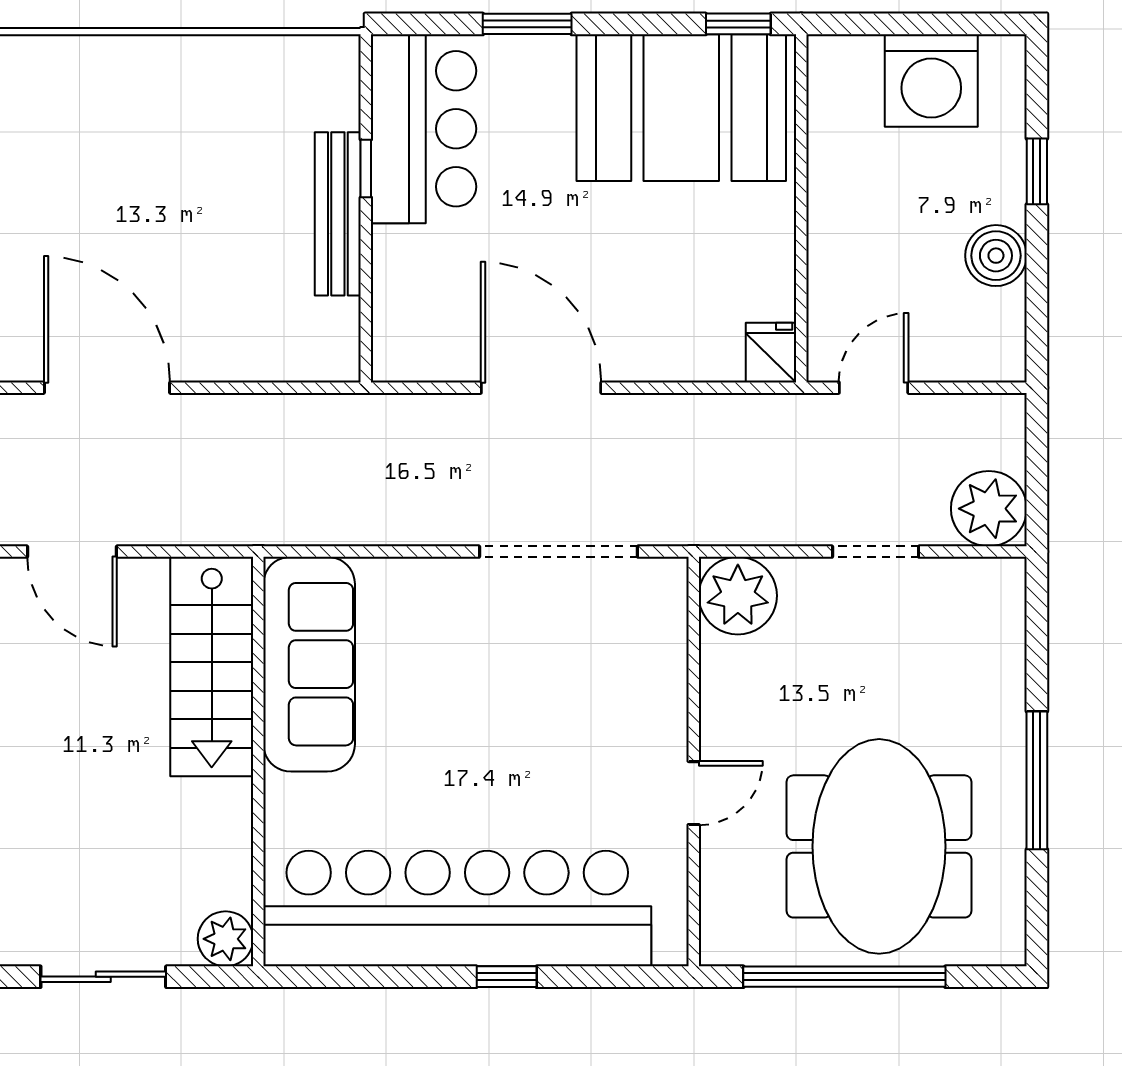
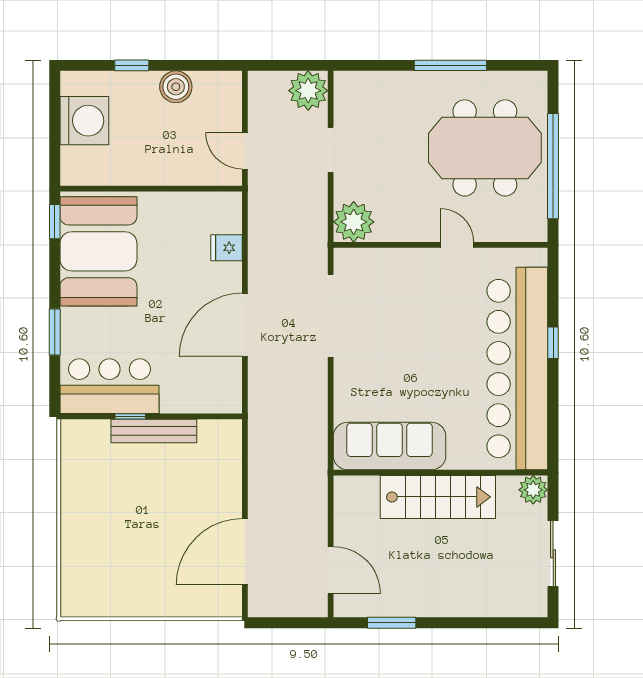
fridge: (771, 353) -> (227, 248), moved
door: (72, 552) -> (331, 570), hinge flipped
stairs: (212, 666) -> (438, 497), moved

